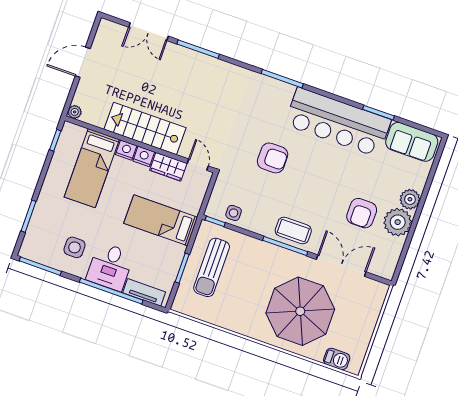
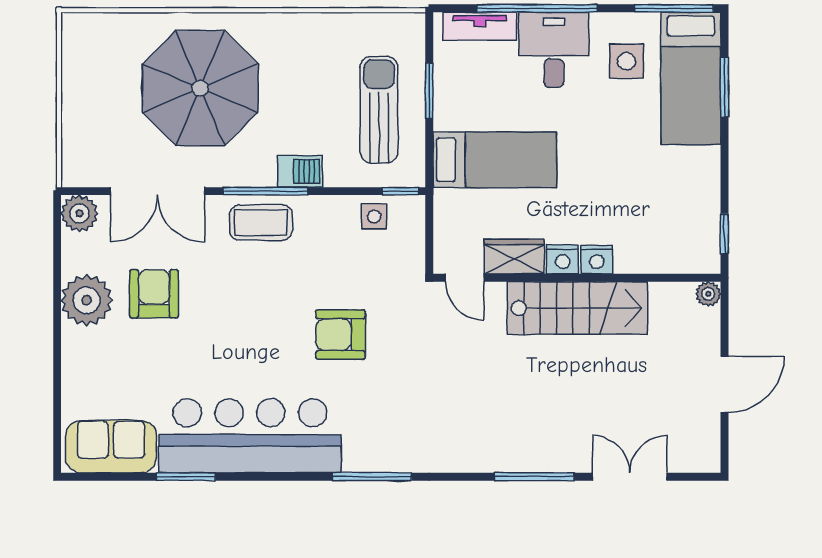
bed: (92, 168) -> (691, 78), moved, turned 180
plant: (410, 199) -> (79, 213), moved
barbecue: (337, 359) -> (300, 171), moved, turned 180

